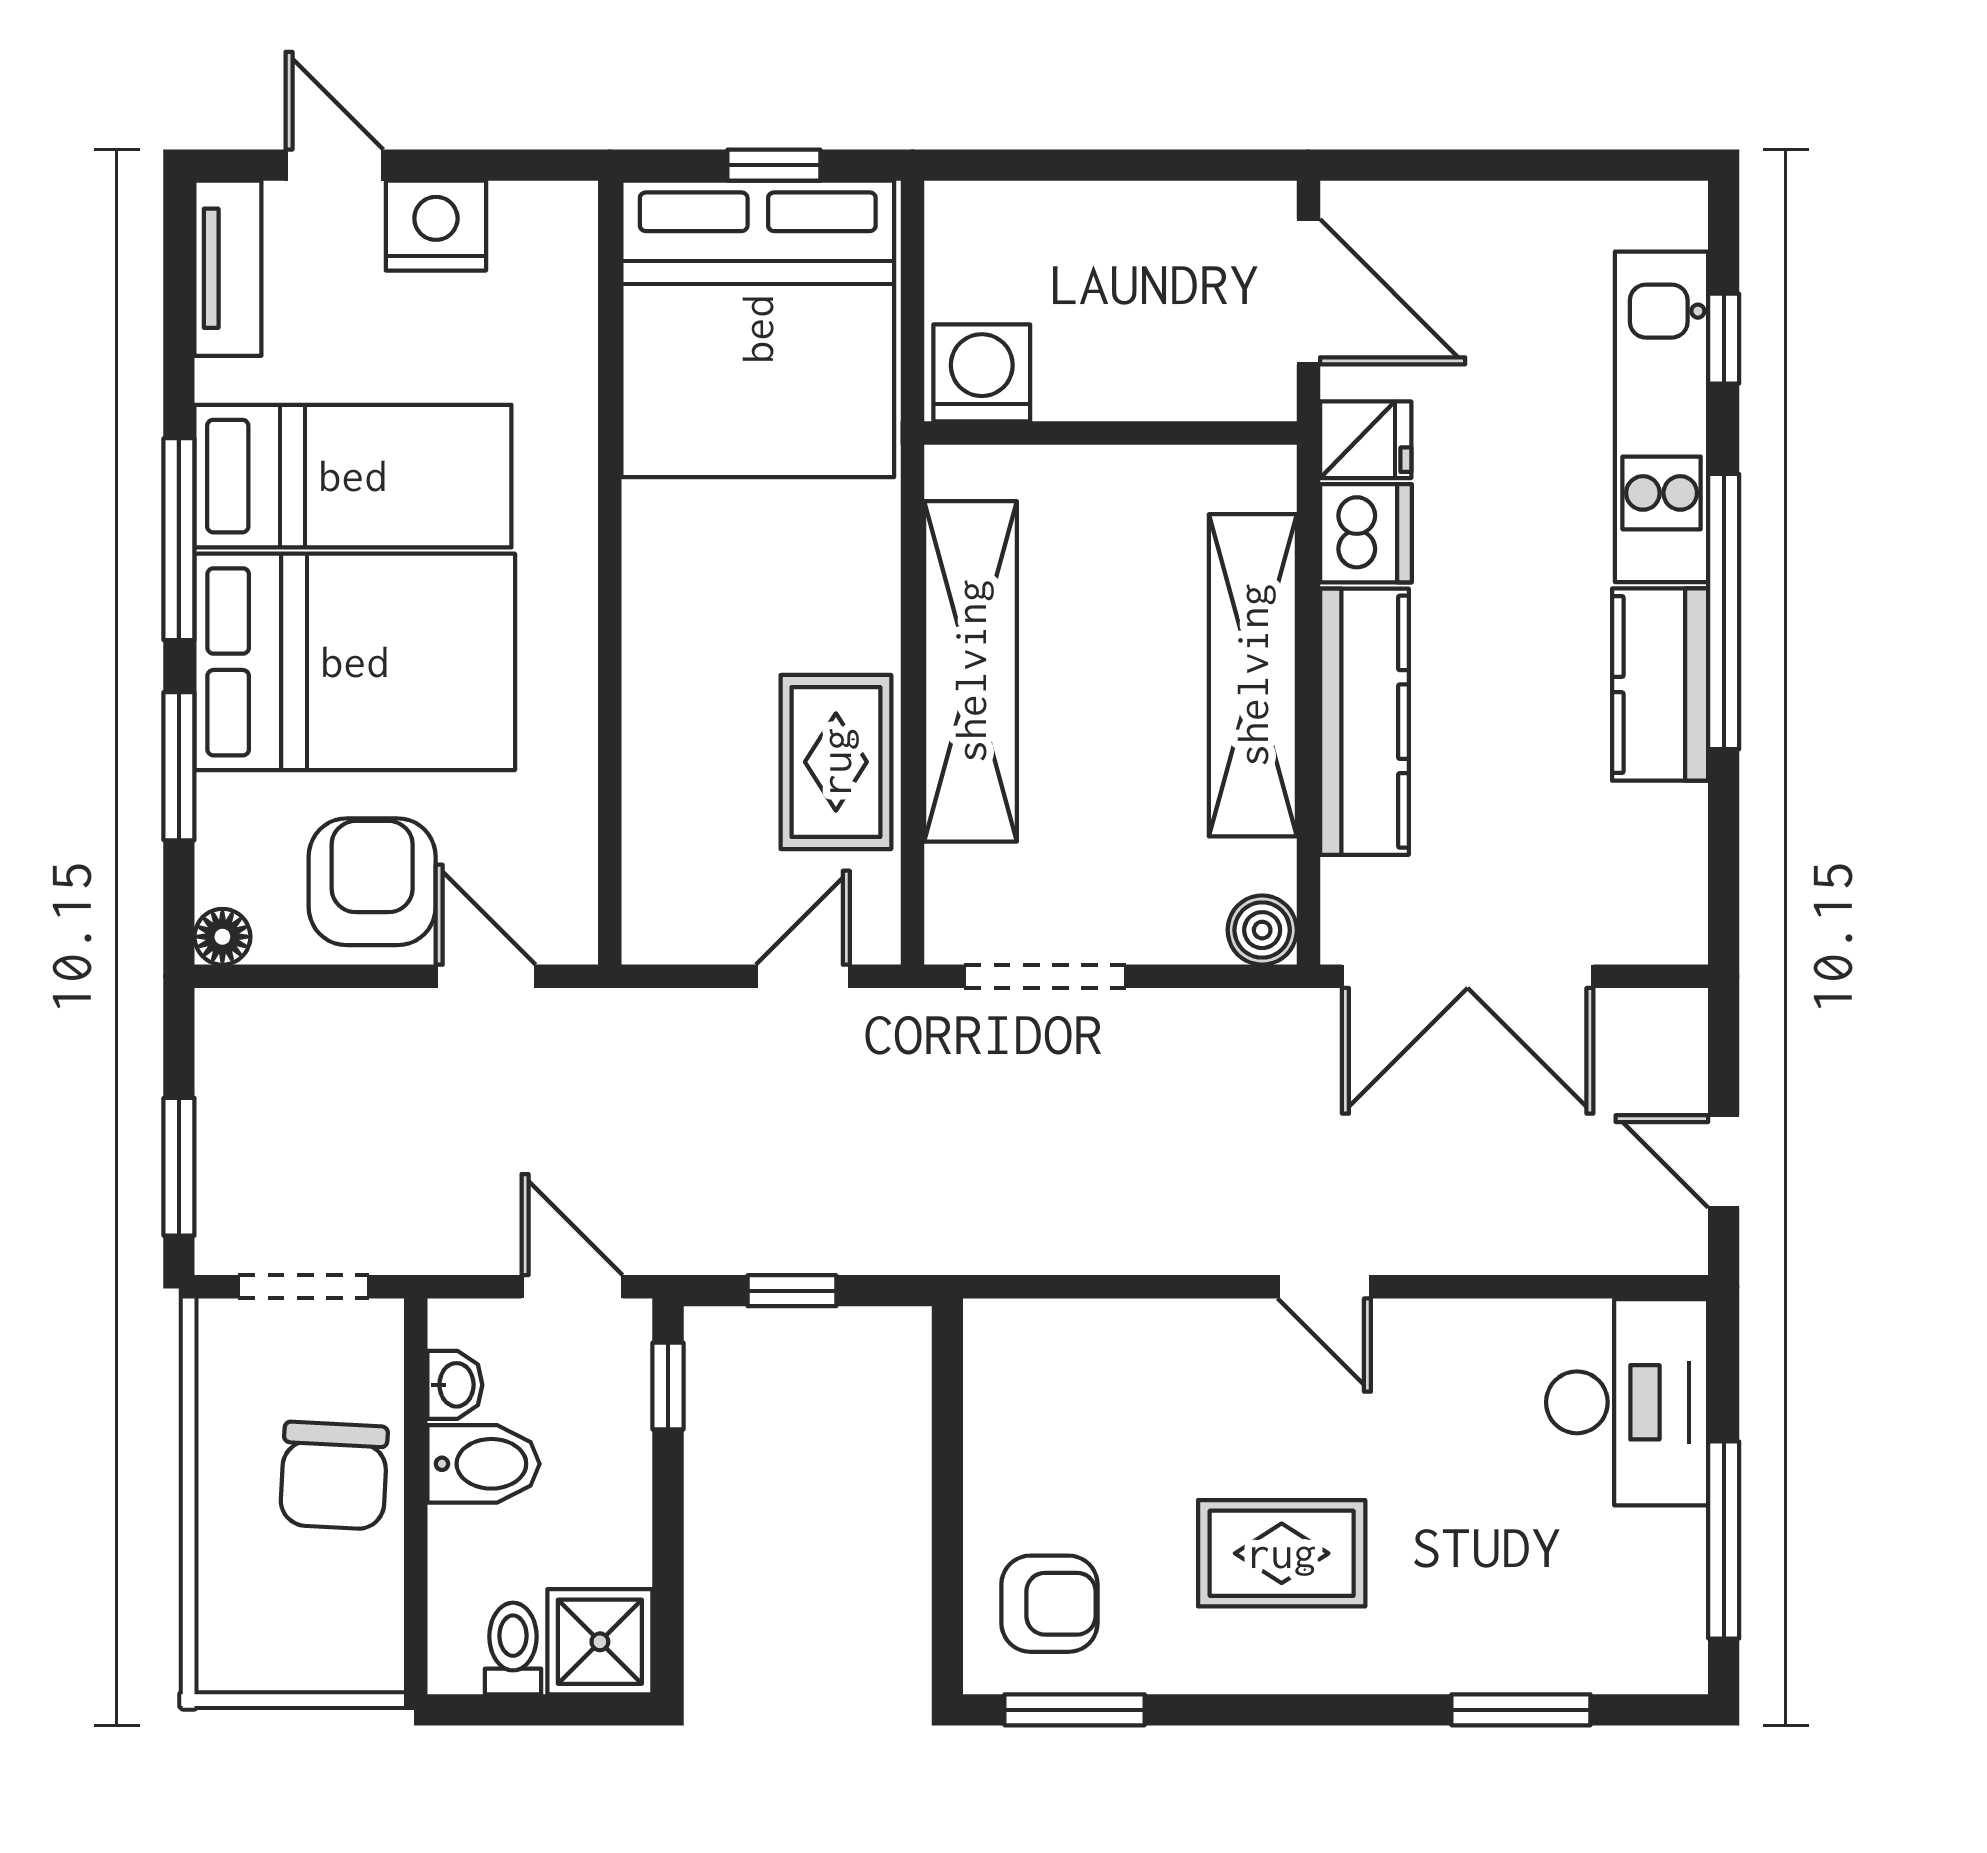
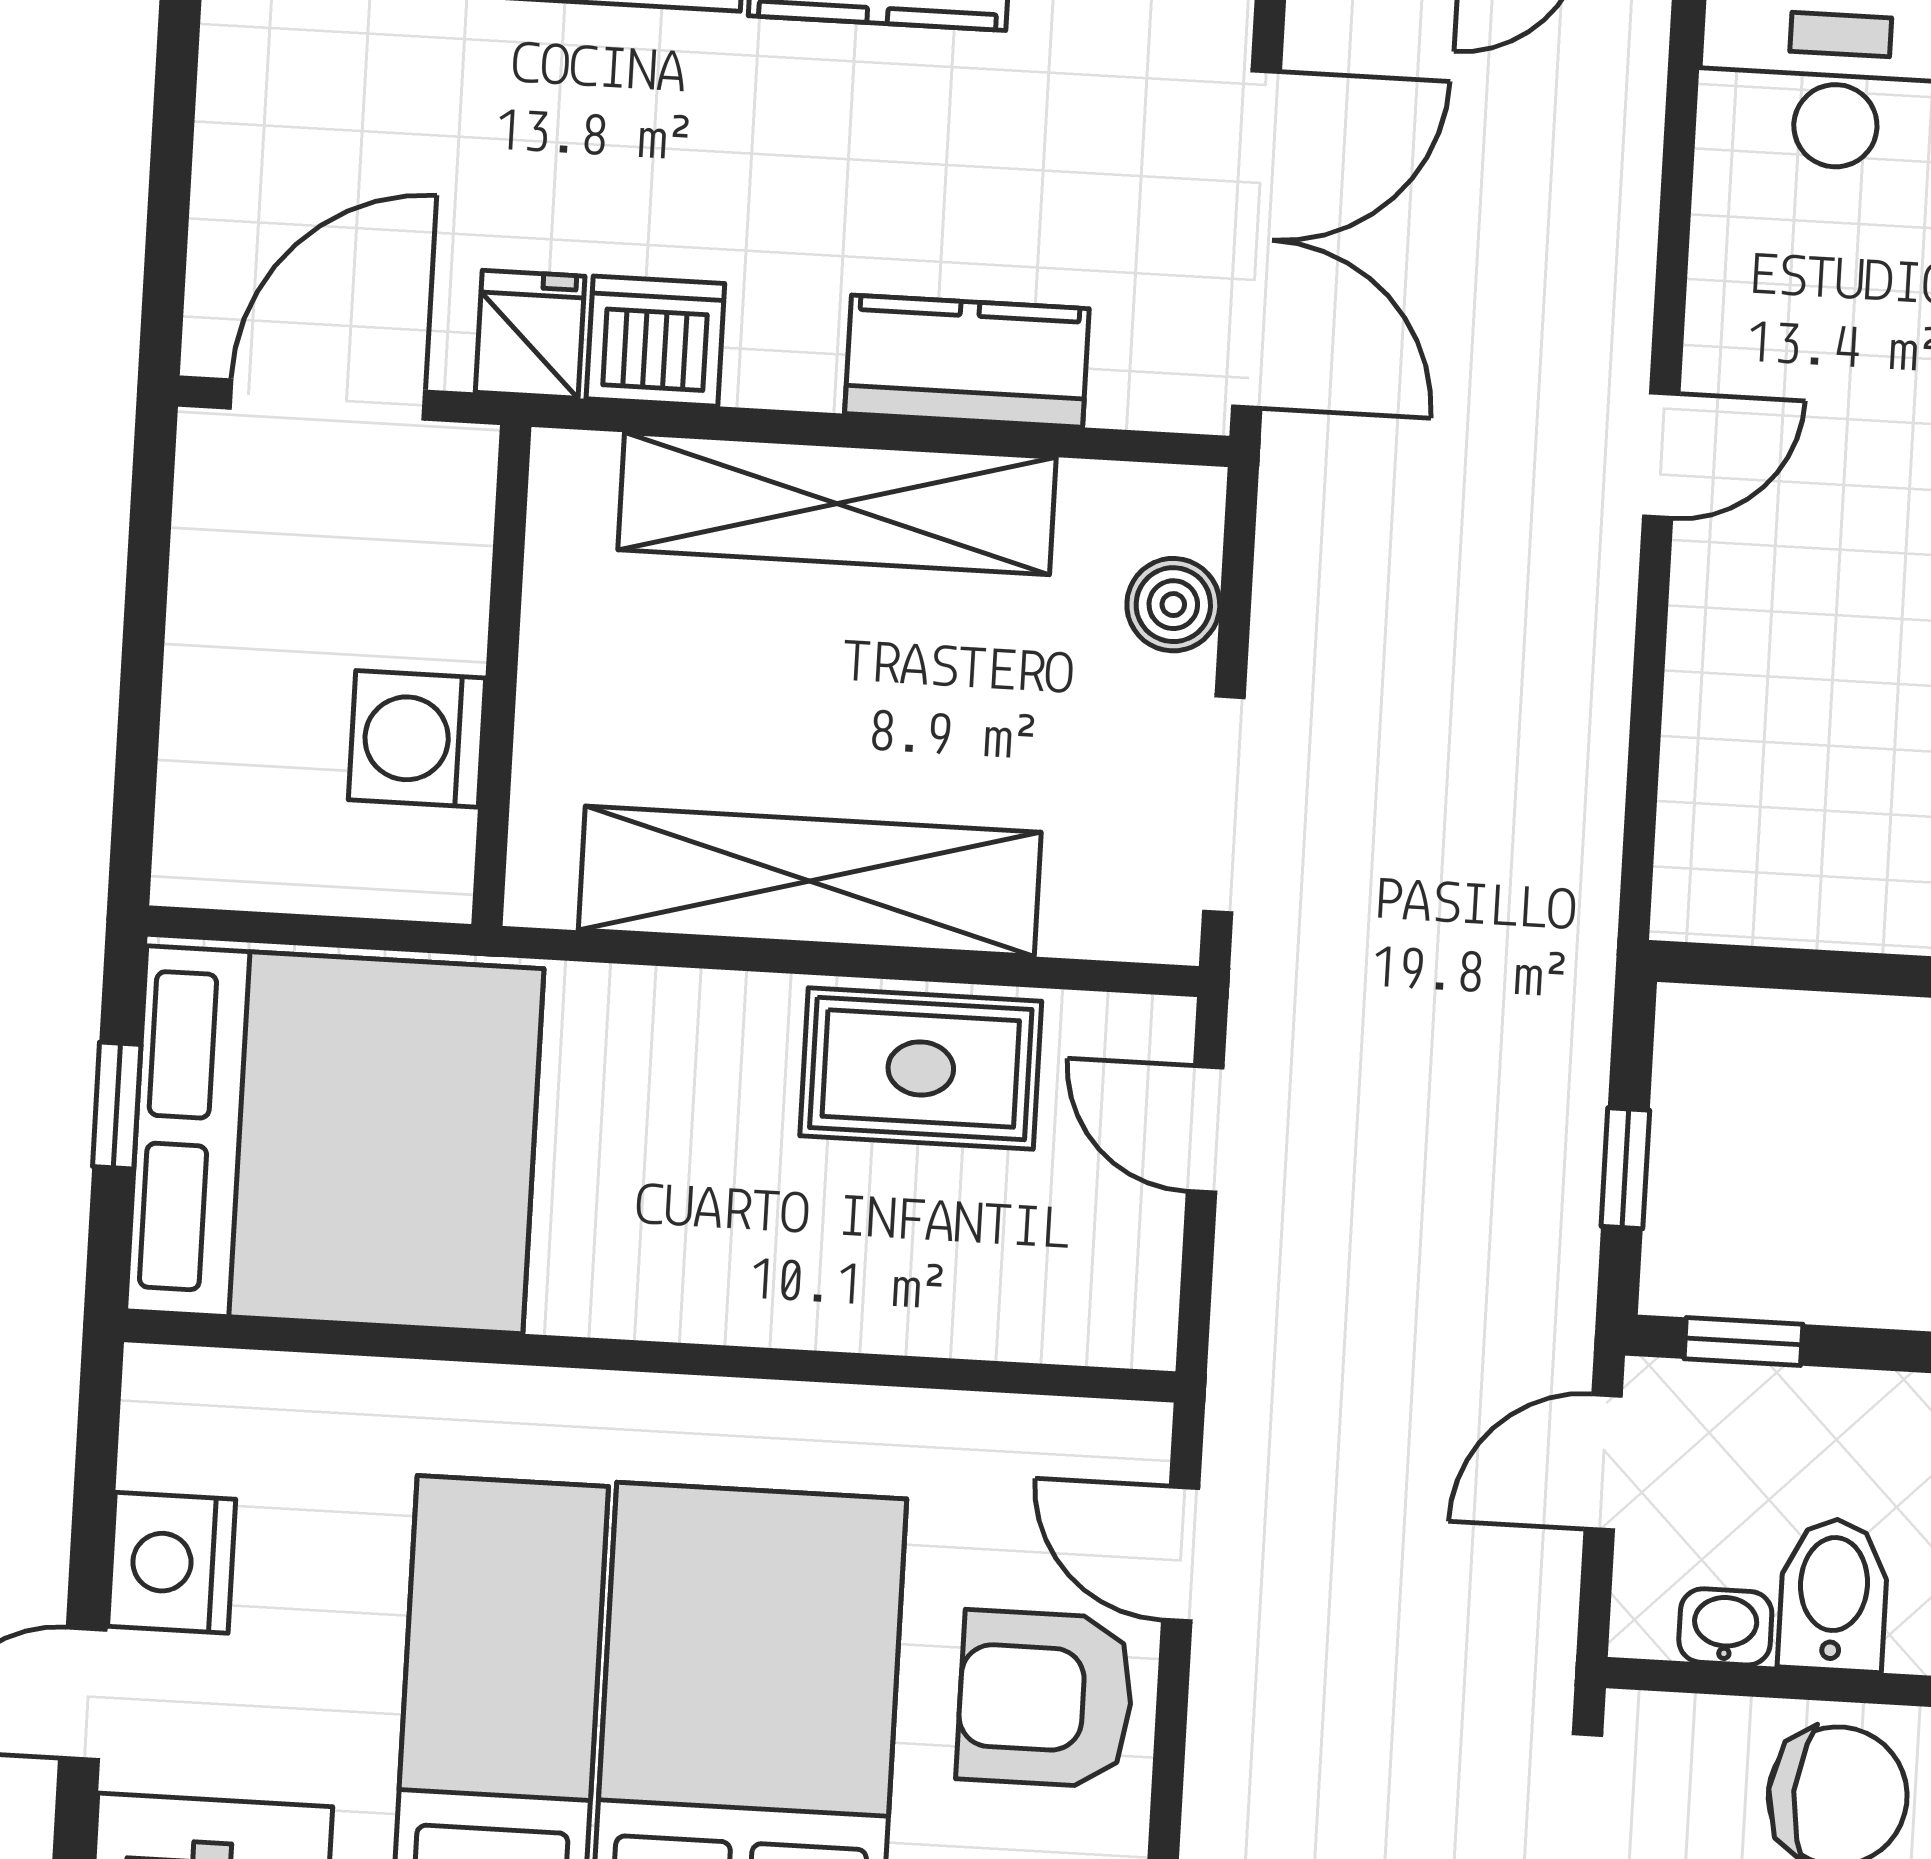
washing machine: (982, 373) -> (417, 739), moved
kitchen counter: (1364, 722) -> (967, 361), width x0.67
boiler: (1262, 930) -> (1173, 605), moved
door: (486, 976) -> (1181, 1554), hinge flipped

